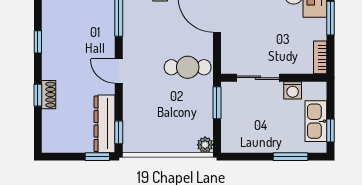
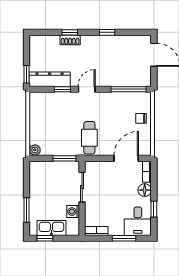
window: (119, 132) -> (62, 89), moved

